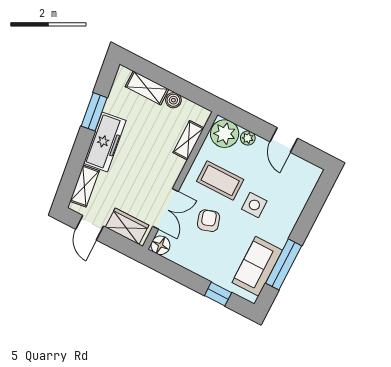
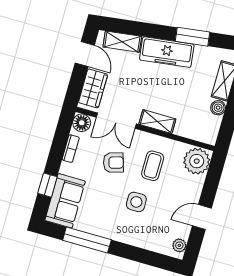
plant: (248, 138) -> (179, 245), moved
shelving: (189, 140) -> (157, 122), moved
coffee table: (220, 180) -> (153, 166), width x0.73, depth x0.77
door: (90, 228) -> (85, 54), swing flipped
bookcase: (185, 262) -> (71, 149), added
sofa: (257, 266) -> (65, 201), moved, turned 90

